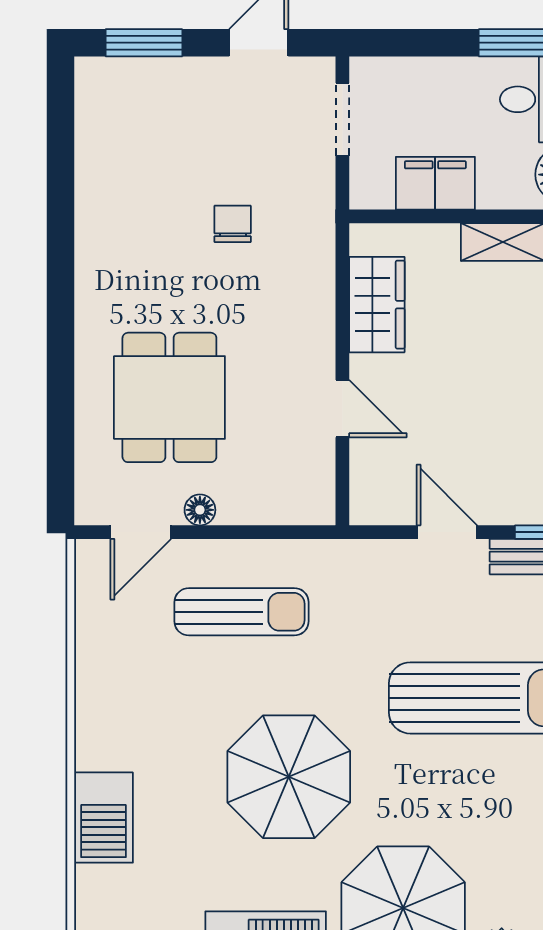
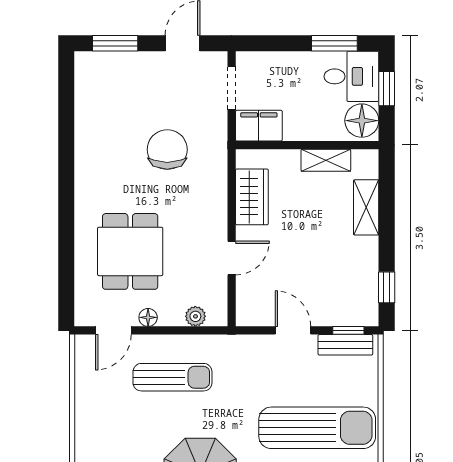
filing cabinet: (435, 183) -> (259, 126), moved
chair: (233, 224) -> (167, 150), width x1.87, depth x1.87
door: (342, 409) -> (232, 258), hinge flipped
plant: (281, 508) -> (195, 316), added

